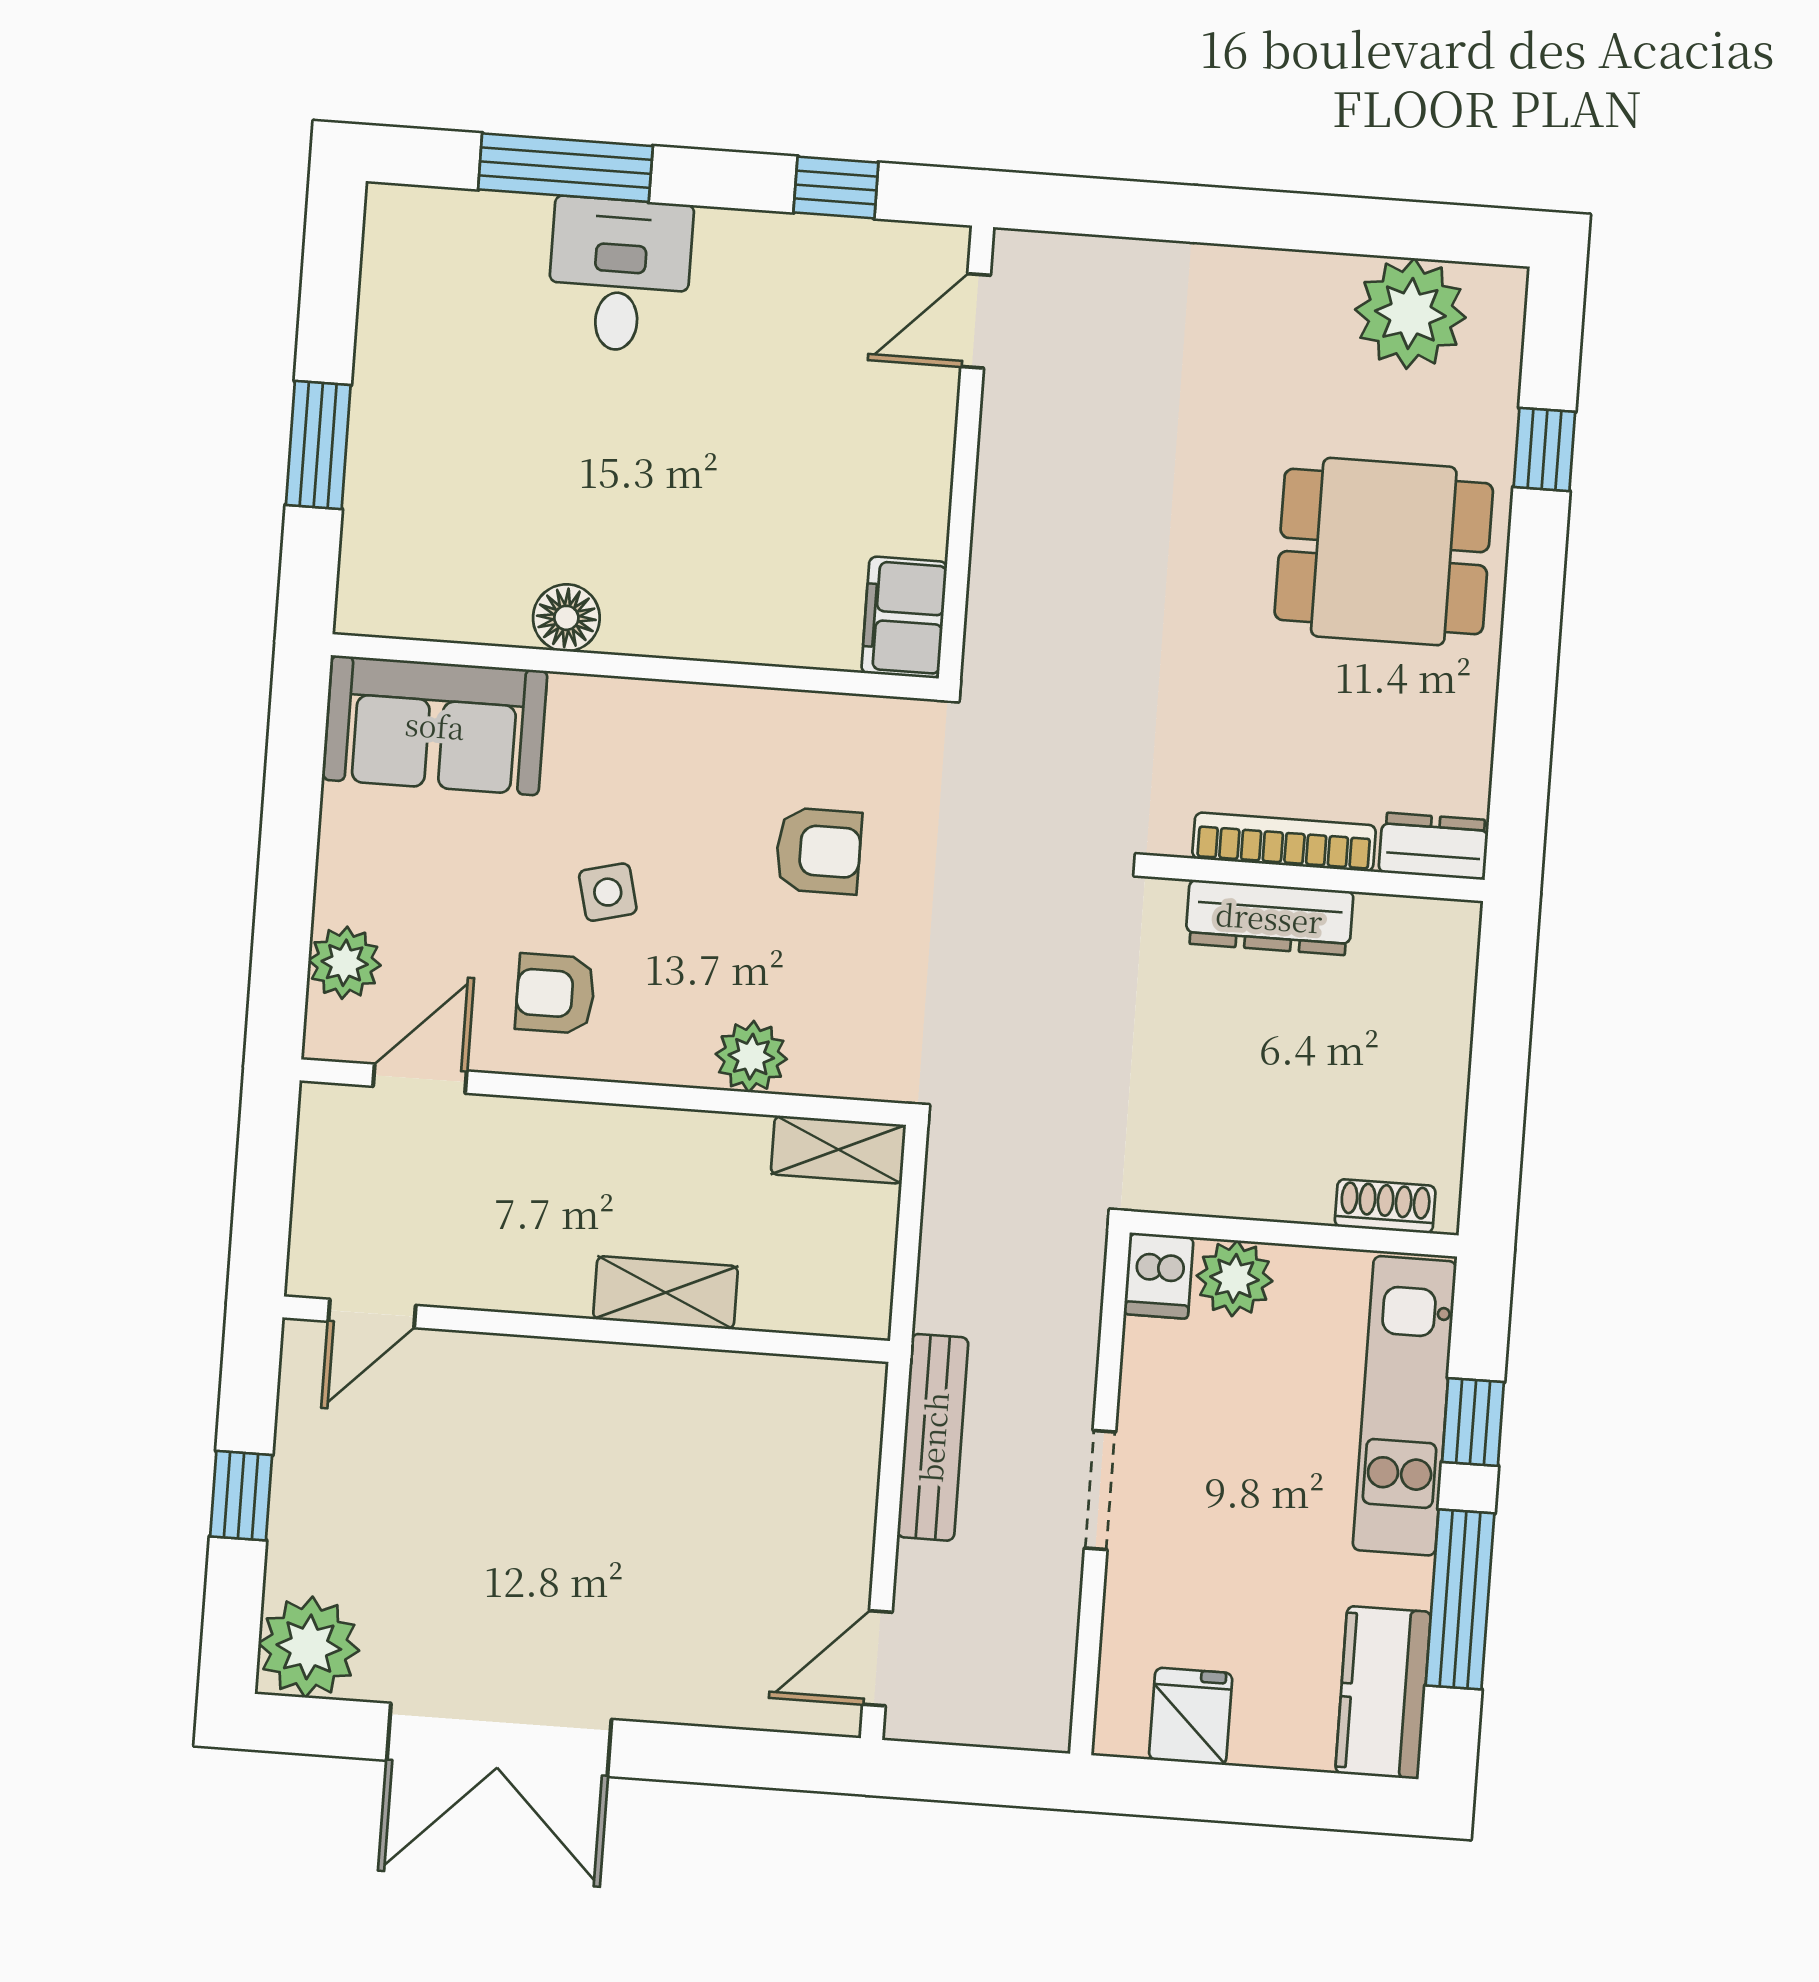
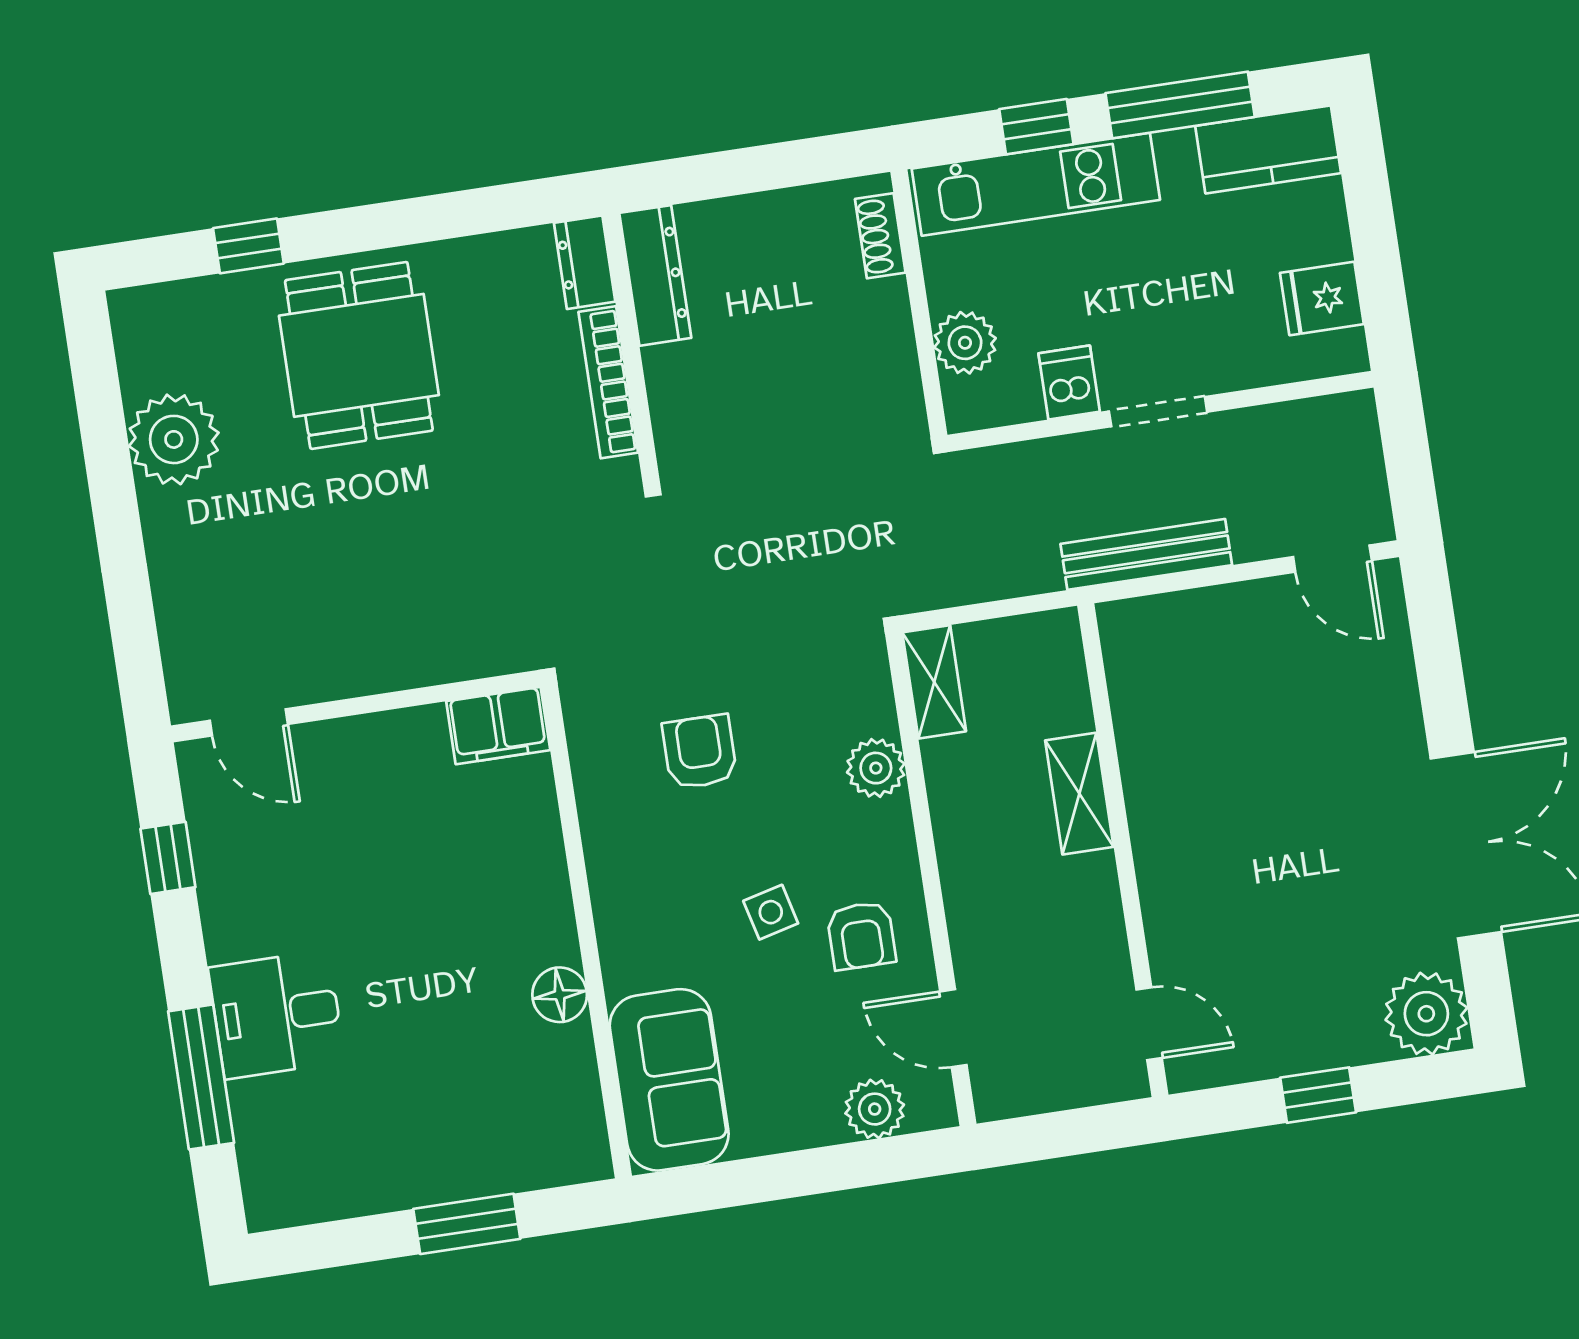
plant: (1410, 313) -> (174, 439), moved
dresser: (1269, 917) -> (655, 275), moved
dishwasher: (1159, 1276) -> (1069, 382), moved, turned -90

